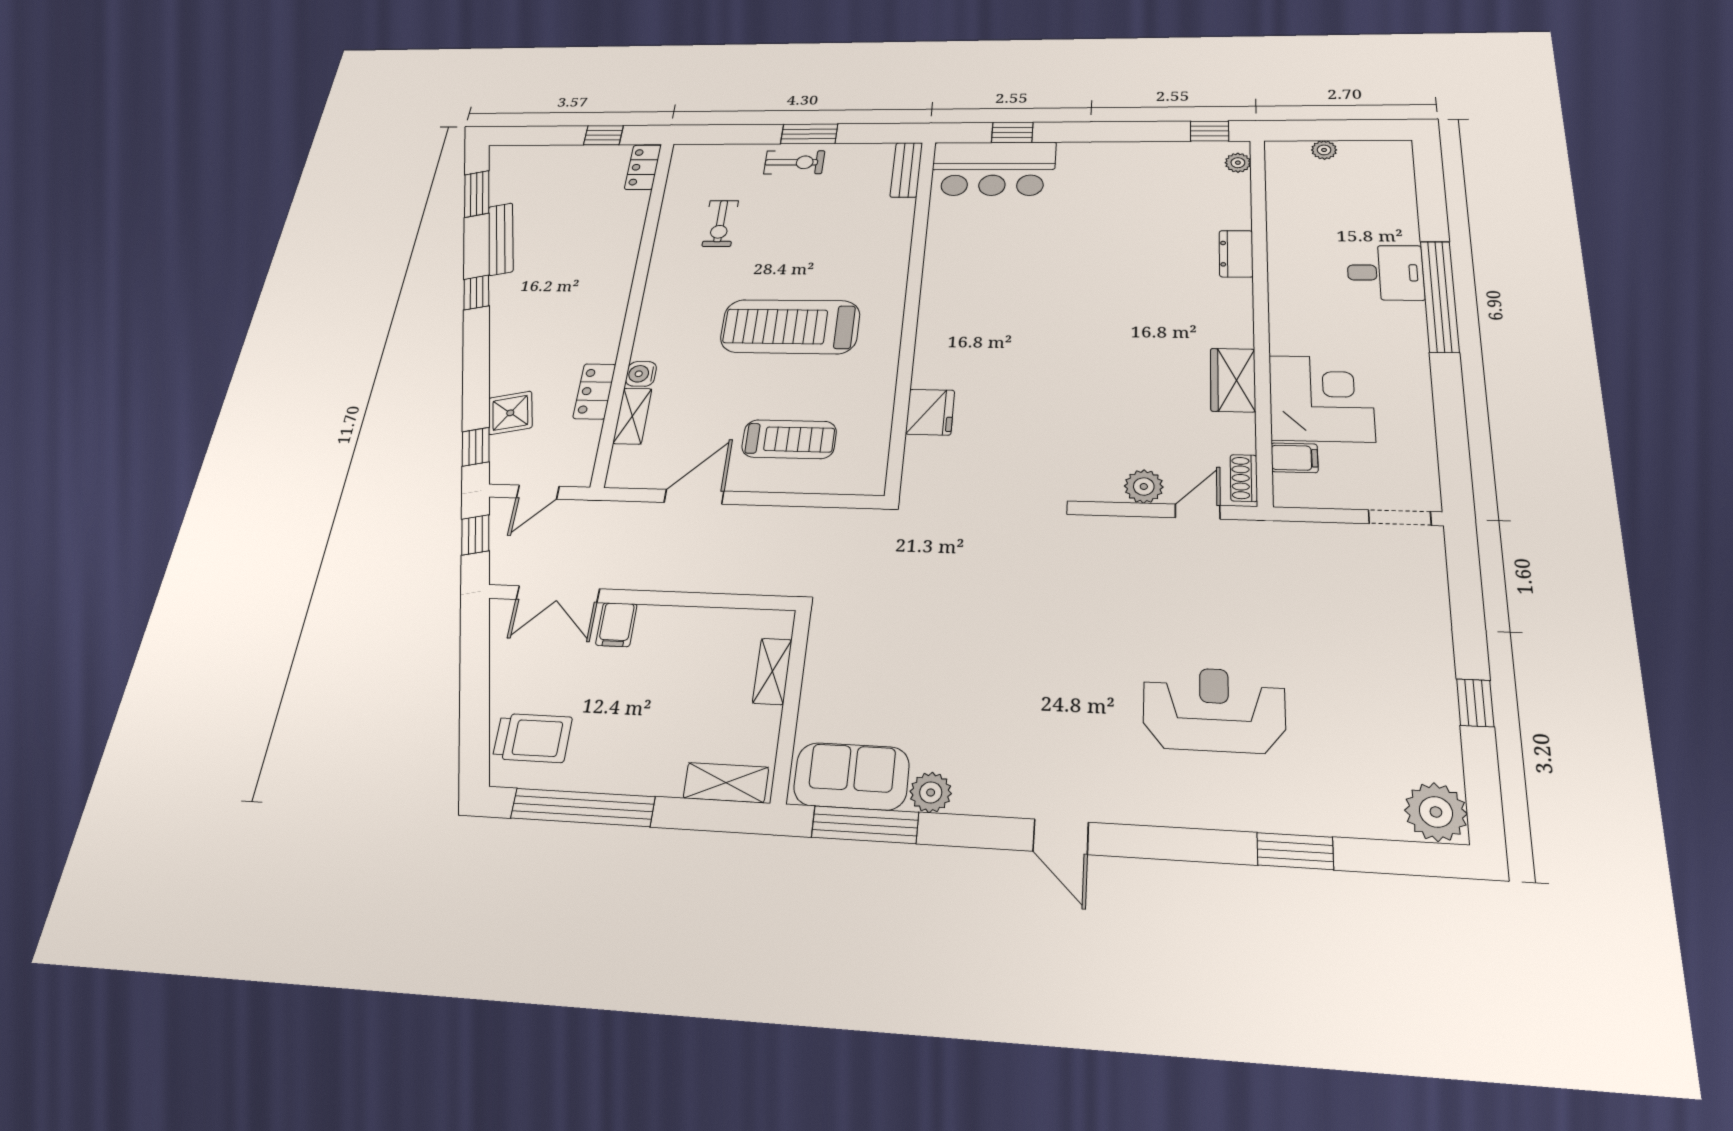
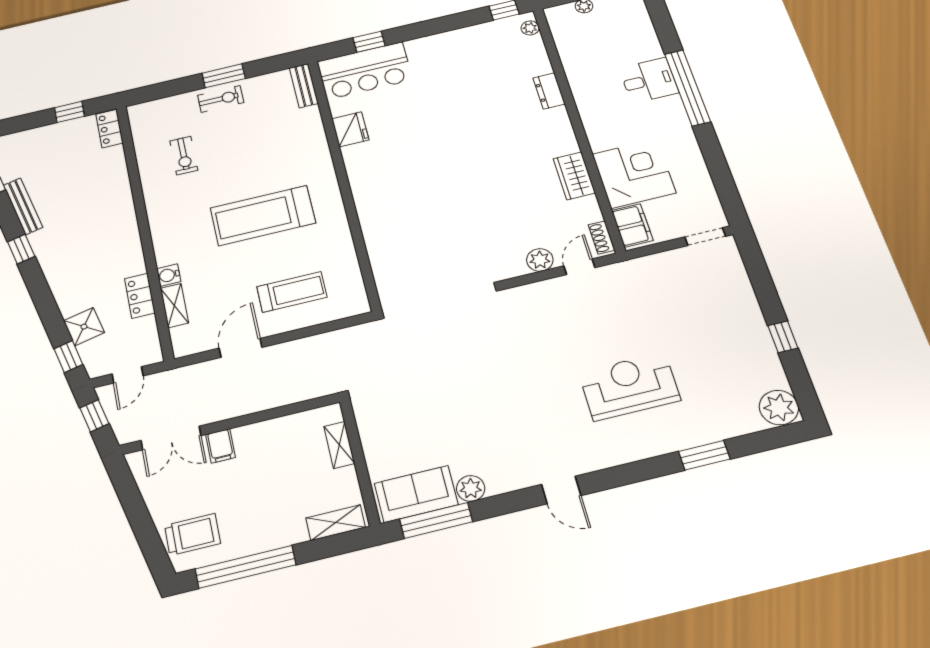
fridge: (930, 412) -> (350, 129), moved
filing cabinet: (1295, 458) -> (632, 225), width x2.00

